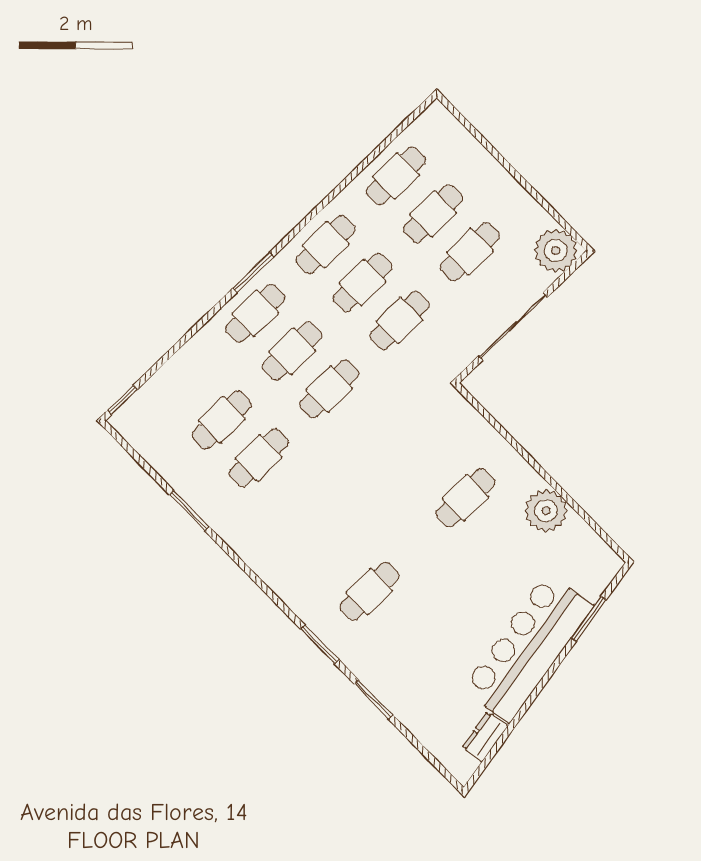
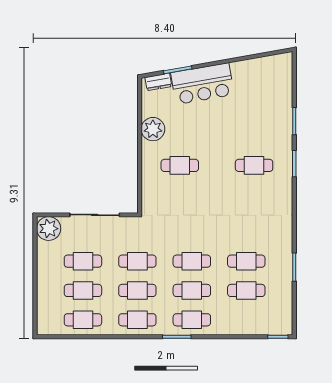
bar counter: (528, 648) -> (202, 84), width x0.73
dresser: (485, 737) -> (158, 82), moved

